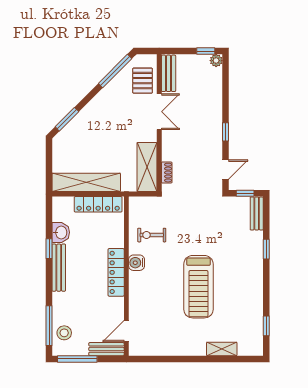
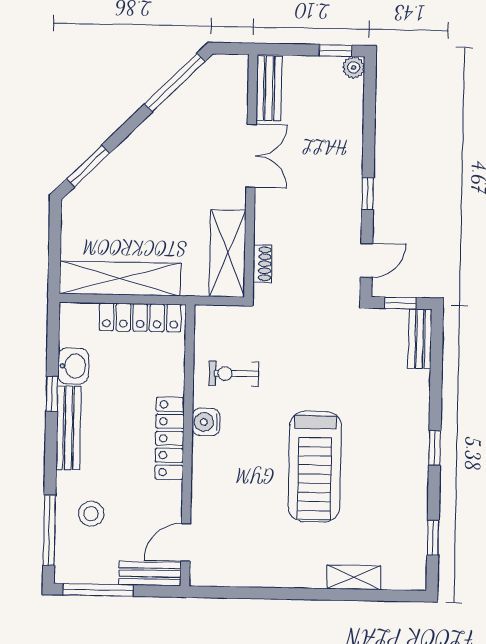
pallet: (143, 81) -> (223, 100), removed
window: (266, 249) -> (435, 448), moved
stool: (64, 333) -> (91, 514), moved

